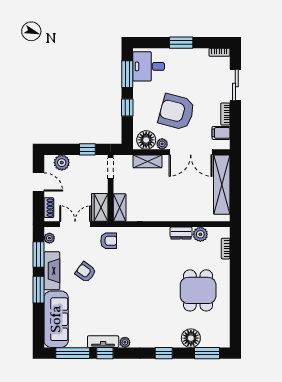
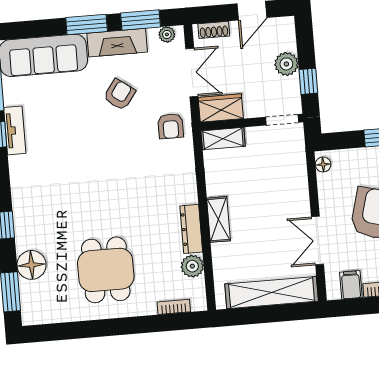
floor lamp: (146, 140) -> (323, 164), width x0.53, depth x0.53
plant: (162, 144) -> (326, 196), removed
double door: (191, 152) -> (317, 241), width x0.73
shelving: (147, 161) -> (218, 219), moved
plant: (62, 163) -> (286, 64), moved
dresser: (181, 233) -> (191, 229), width x1.44
dining table: (198, 290) -> (106, 270), turned 90
plant: (125, 342) -> (17, 164), removed

